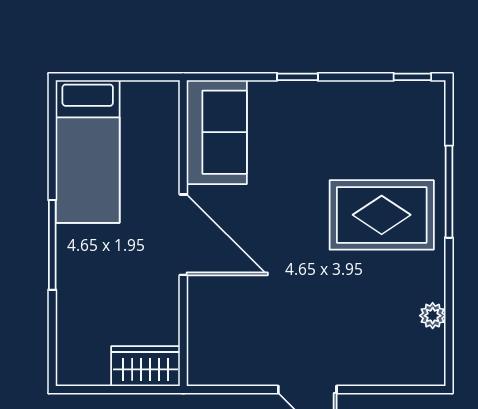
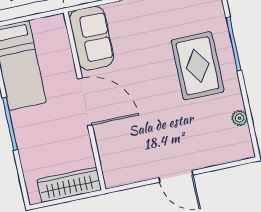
rug: (382, 215) -> (198, 66), turned 90
wardrobe: (146, 366) -> (69, 185), width x1.50

